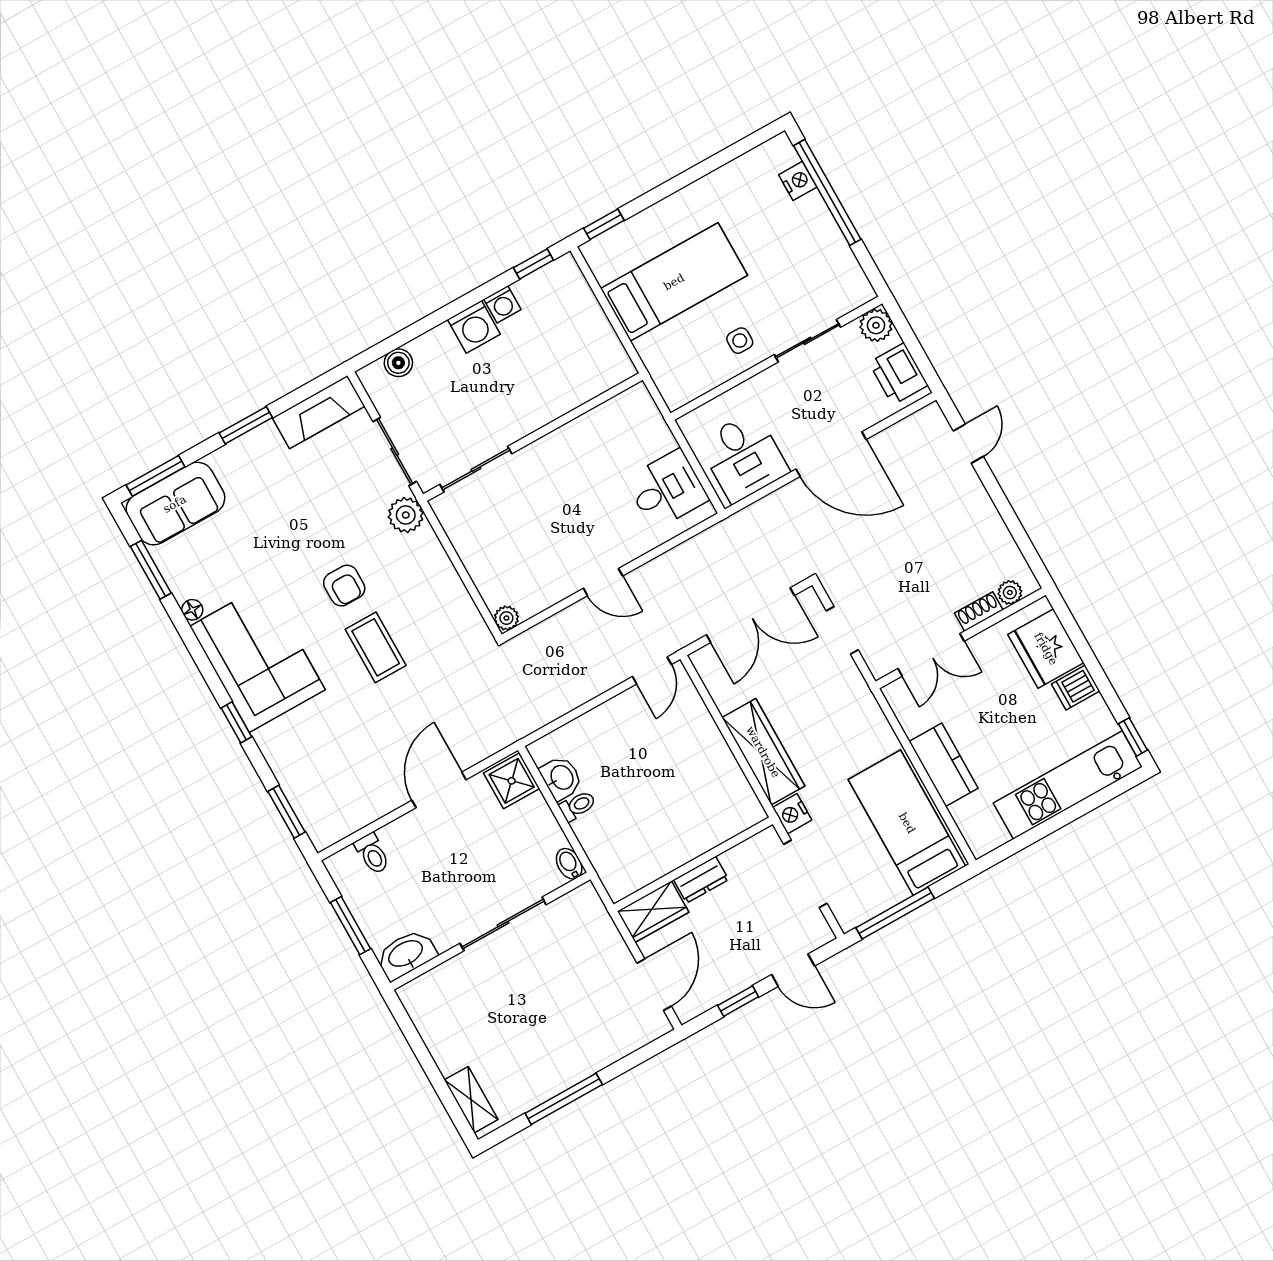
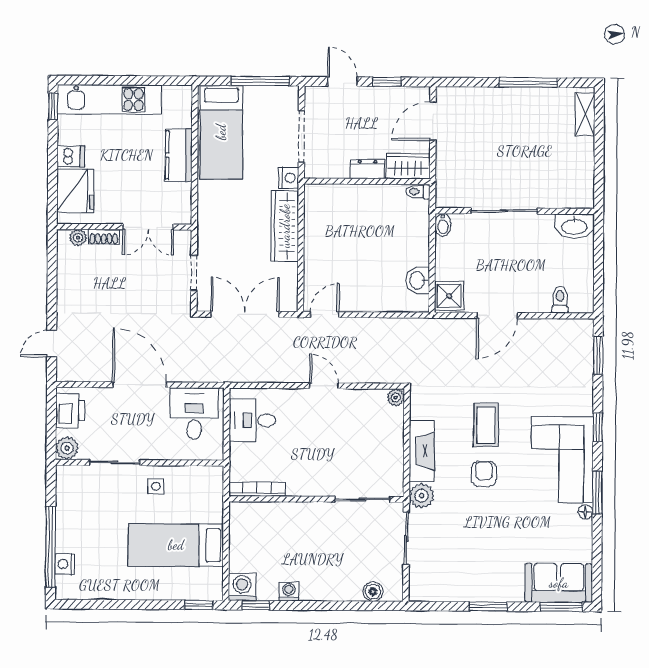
washing machine: (474, 327) -> (242, 587), moved
bookcase: (613, 408) -> (257, 489), added
fireplace: (319, 412) -> (422, 451), moved, turned 90
window: (151, 570) -> (597, 492), moved
double door: (931, 655) -> (148, 227), swing flipped
toilet: (578, 806) -> (418, 192), moved
window: (350, 926) -> (598, 263), removed

